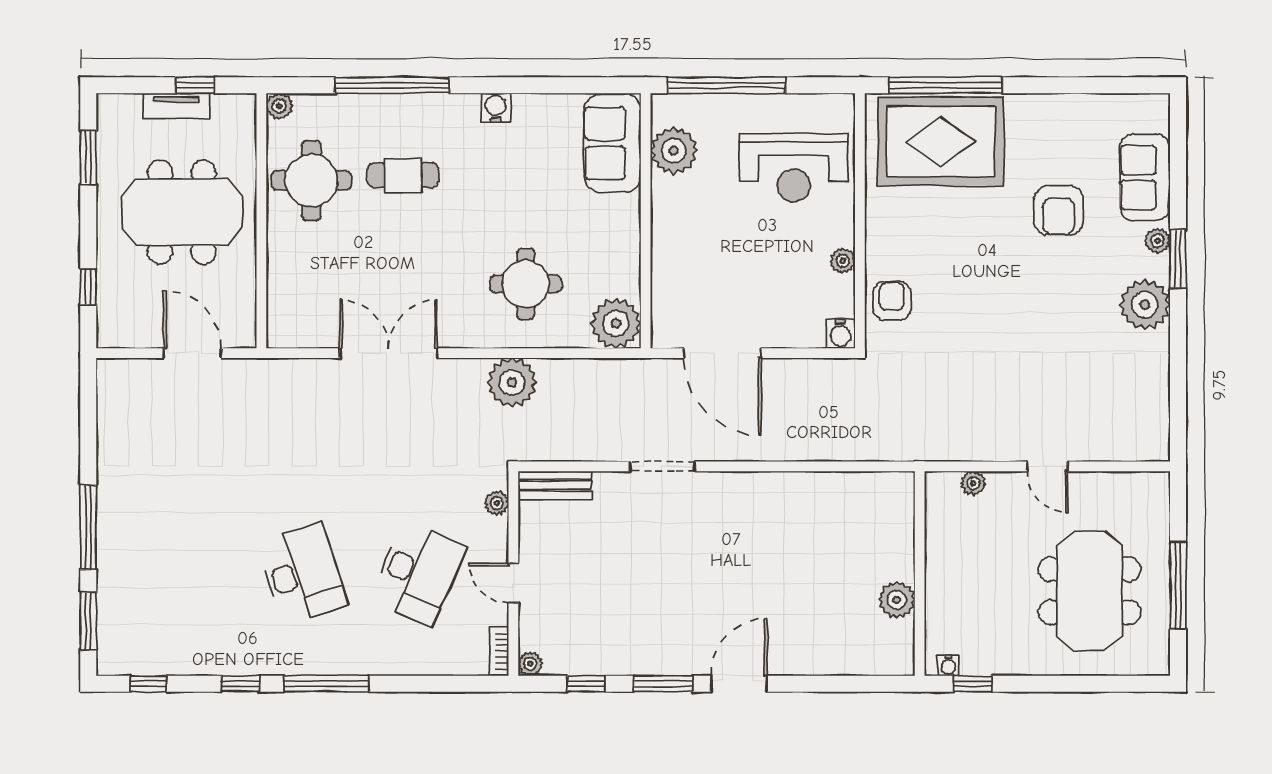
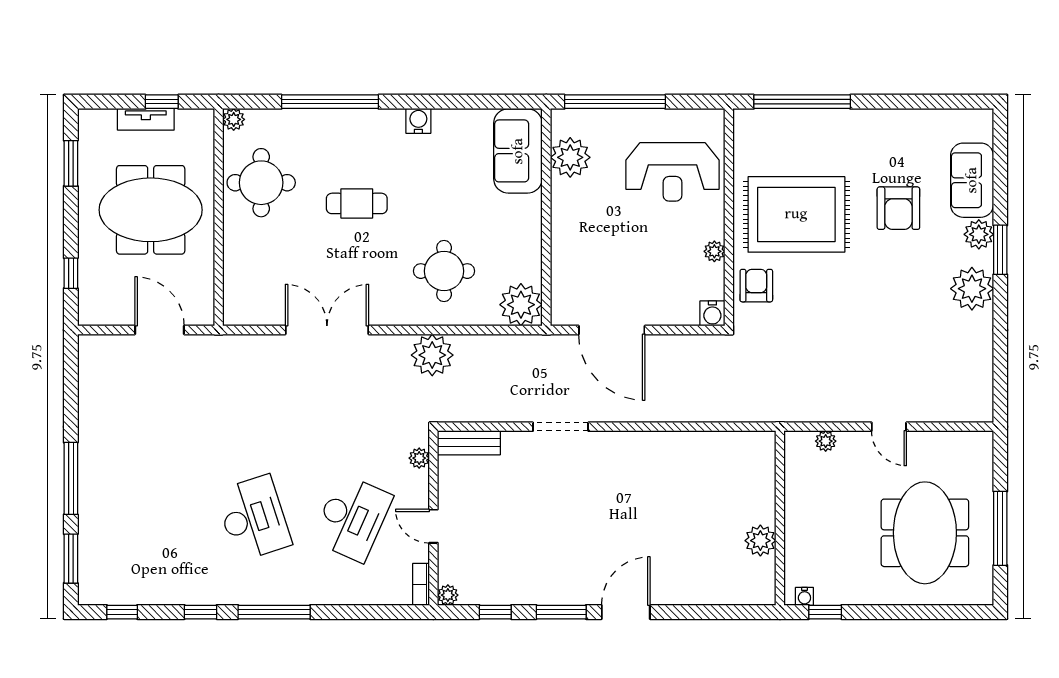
rug: (941, 141) -> (796, 214), moved
cafe table: (403, 175) -> (357, 203), moved
plant: (1157, 241) -> (979, 234), width x1.38, depth x1.38

